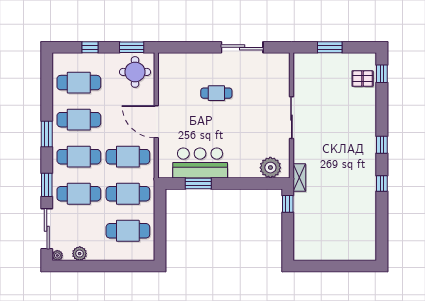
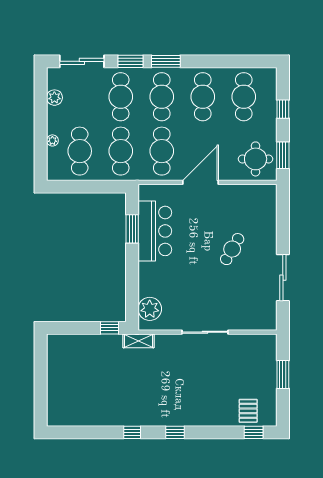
cafe table: (216, 93) -> (232, 249), turned 30
window: (47, 134) -> (166, 61), moved
plant: (57, 255) -> (52, 140), moved

